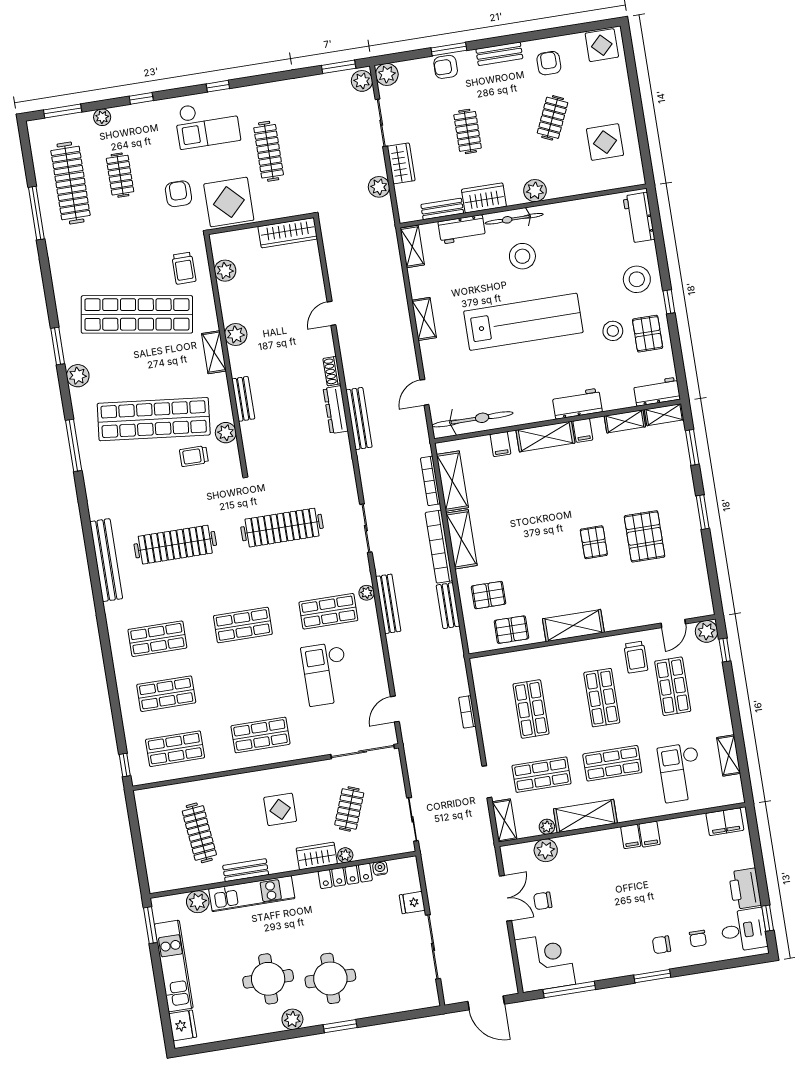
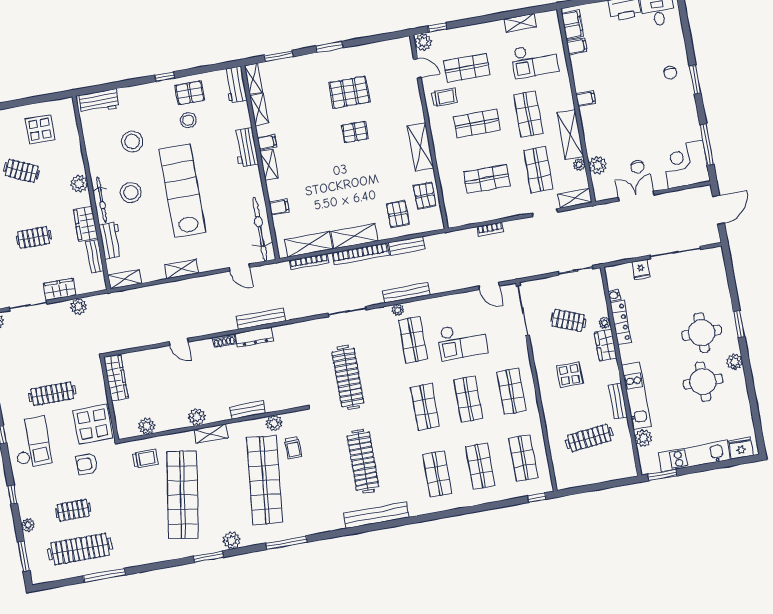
stool: (637, 279) -> (132, 141), moved
shelving: (545, 437) -> (269, 165), width x0.67, depth x0.75
shop shelf: (252, 680) -> (468, 399), added
filing cabinet: (650, 834) -> (577, 46), moved
chair: (698, 938) -> (665, 44), removed

